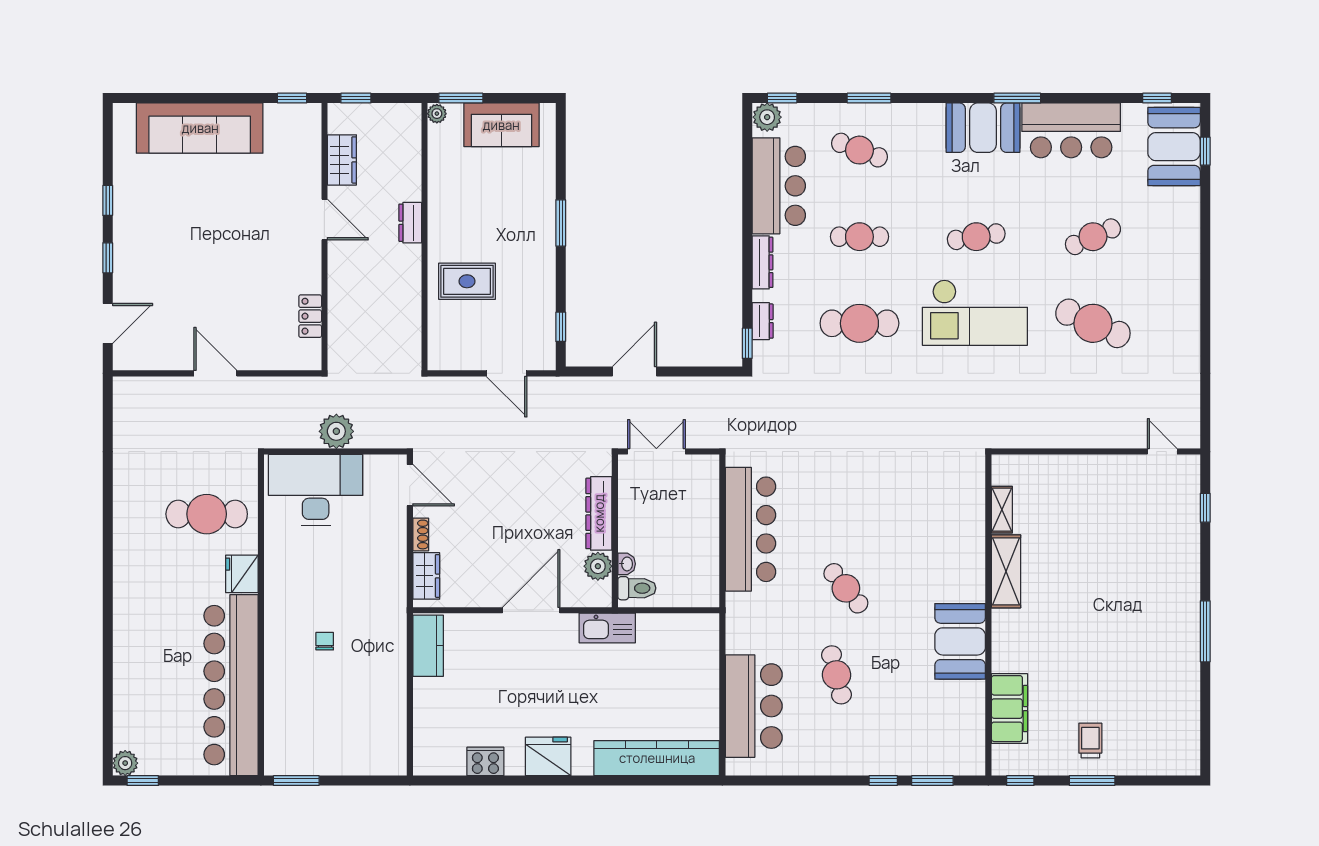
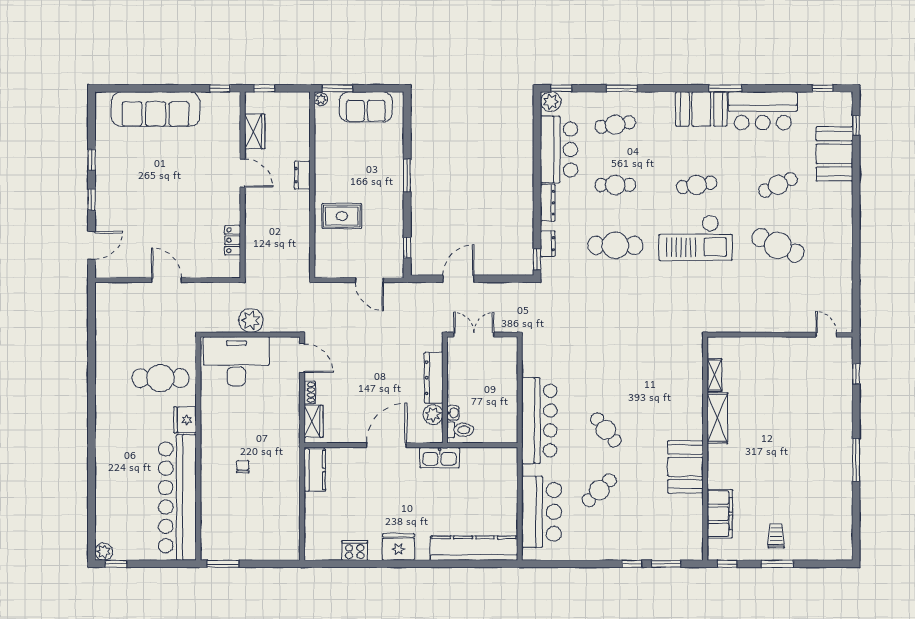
booth: (1174, 147) -> (834, 154), moved
cafe table: (859, 150) -> (615, 125), turned -30
bar counter: (750, 529) -> (539, 420), moved
cafe table: (837, 675) -> (599, 490), turned 60

